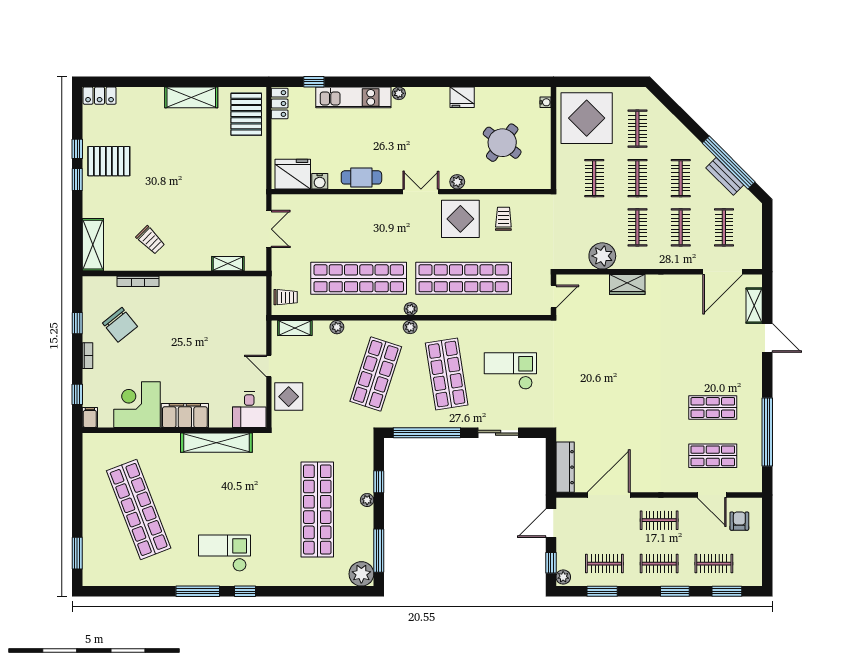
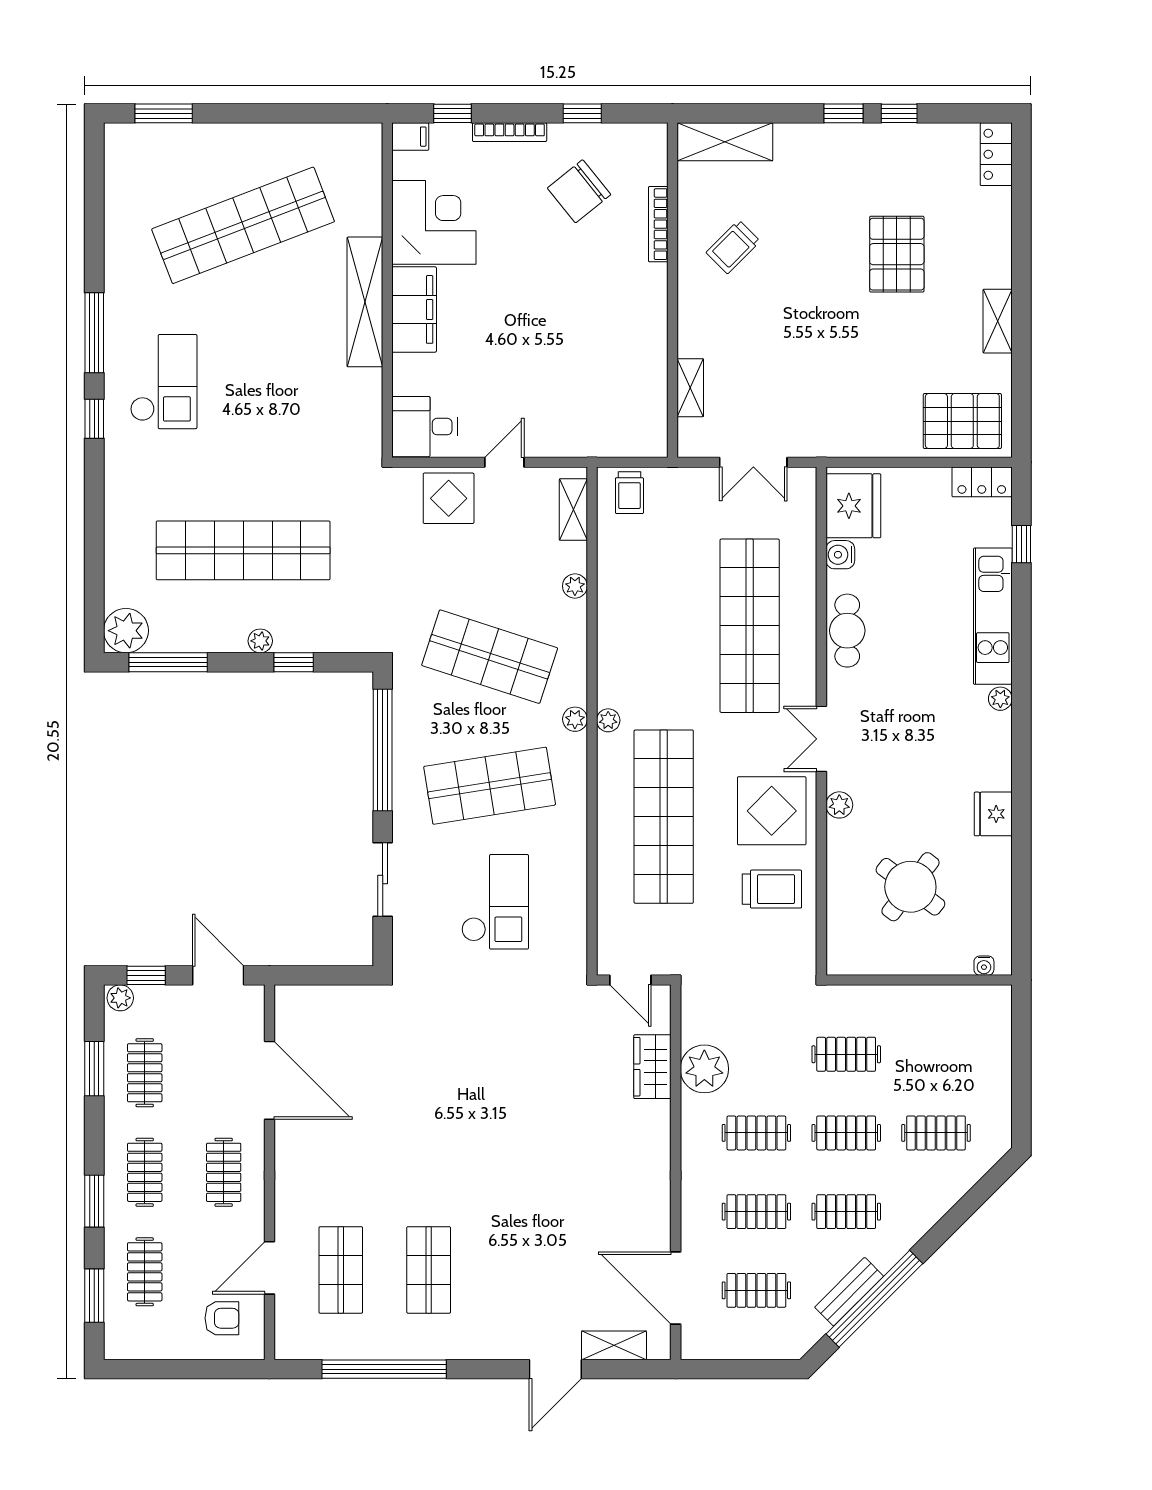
shelving: (191, 97) -> (998, 321), width x0.67, depth x0.75
display table: (587, 118) -> (955, 1040), removed
pallet: (109, 161) -> (897, 254), moved
double door: (421, 192) -> (821, 739), swing flipped
trolley: (503, 219) -> (772, 889), width x1.36, depth x1.39
shop shelf: (359, 278) -> (750, 626), moved
wardrobe: (627, 285) -> (652, 1067), moved
bookcase: (87, 356) -> (510, 132), width x1.56
shelving: (216, 443) -> (365, 302), moved
dresser: (565, 467) -> (320, 1001), removed

